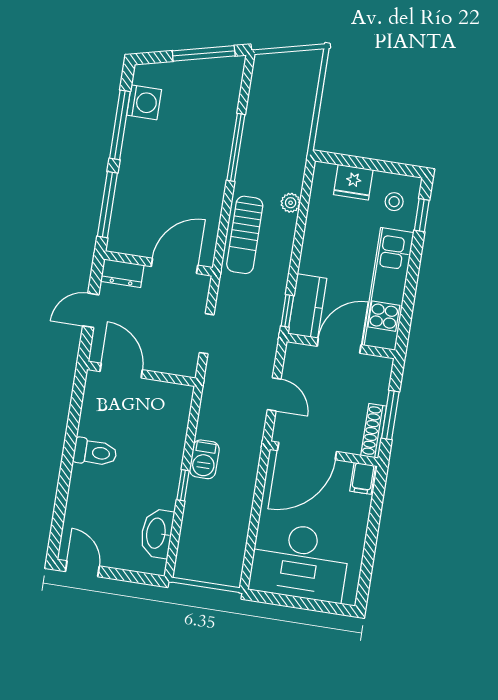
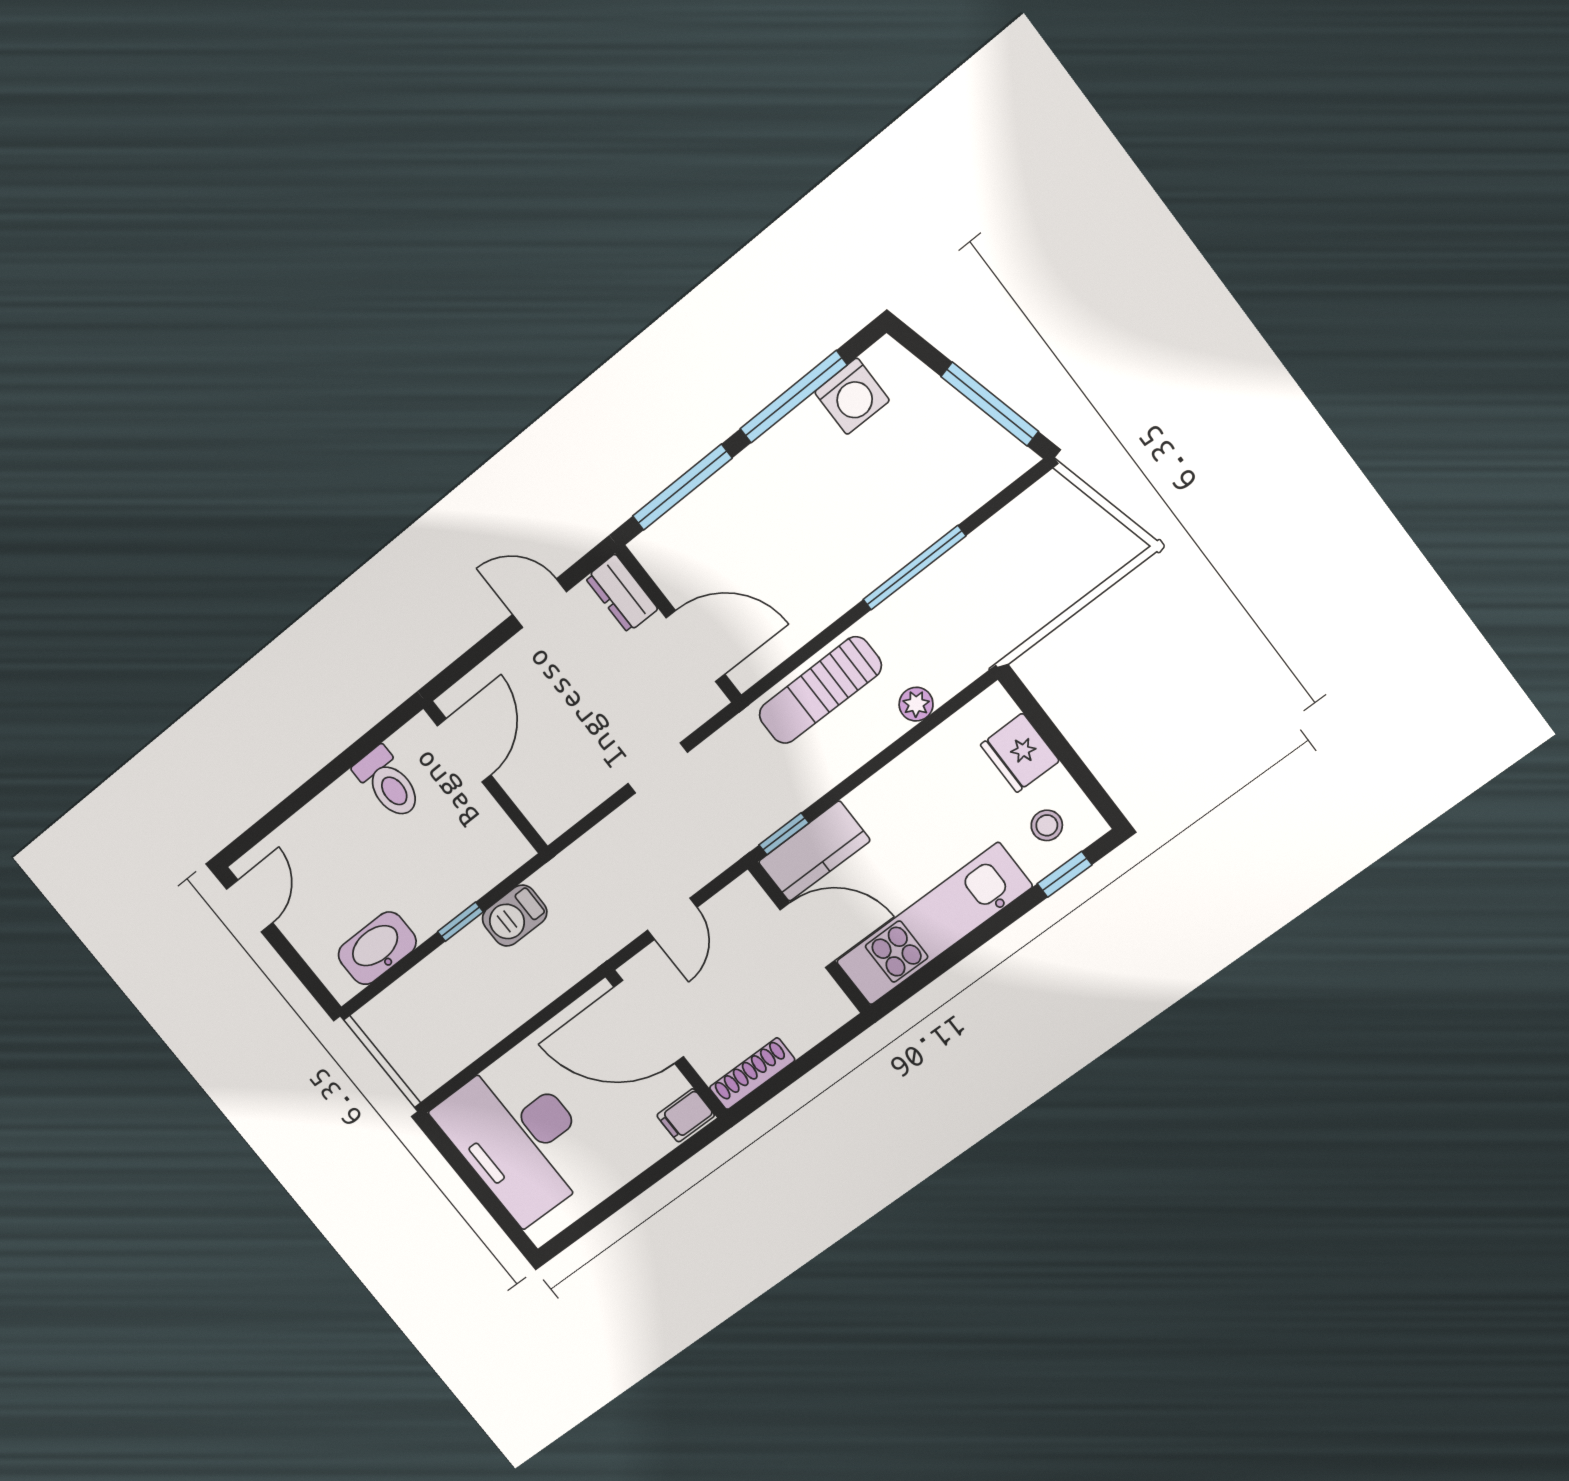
door: (121, 371) -> (464, 750), moved
wall: (141, 374) -> (486, 777), moved
window: (390, 415) -> (790, 1074), removed

